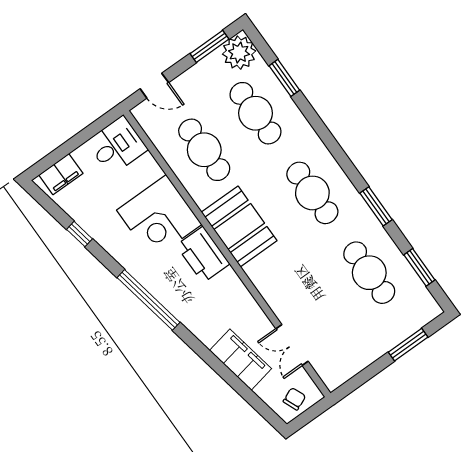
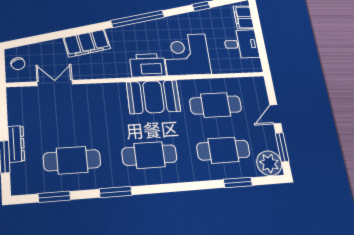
door: (154, 86) -> (275, 114), moved
desk: (117, 146) -> (241, 44), moved, turned -90
dresser: (387, 342) -> (16, 144), added
filing cabinet: (241, 360) -> (87, 43), moved

